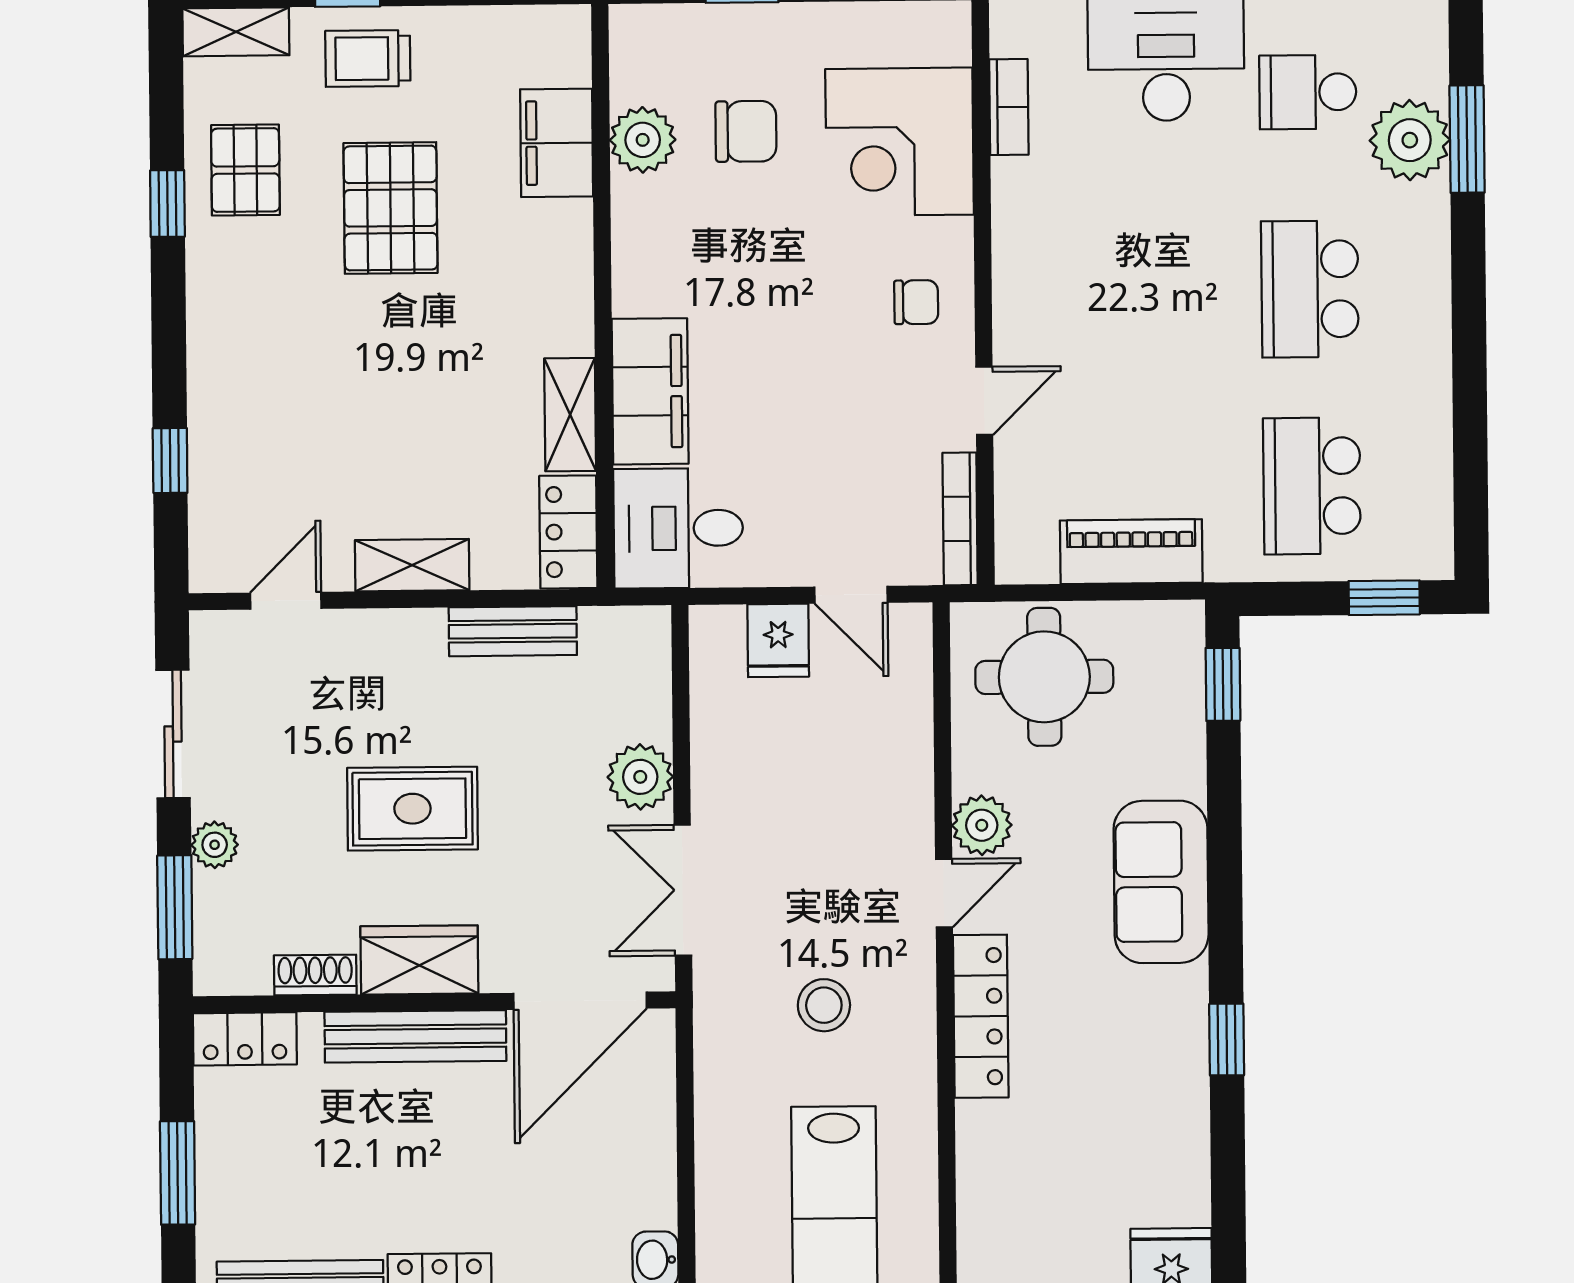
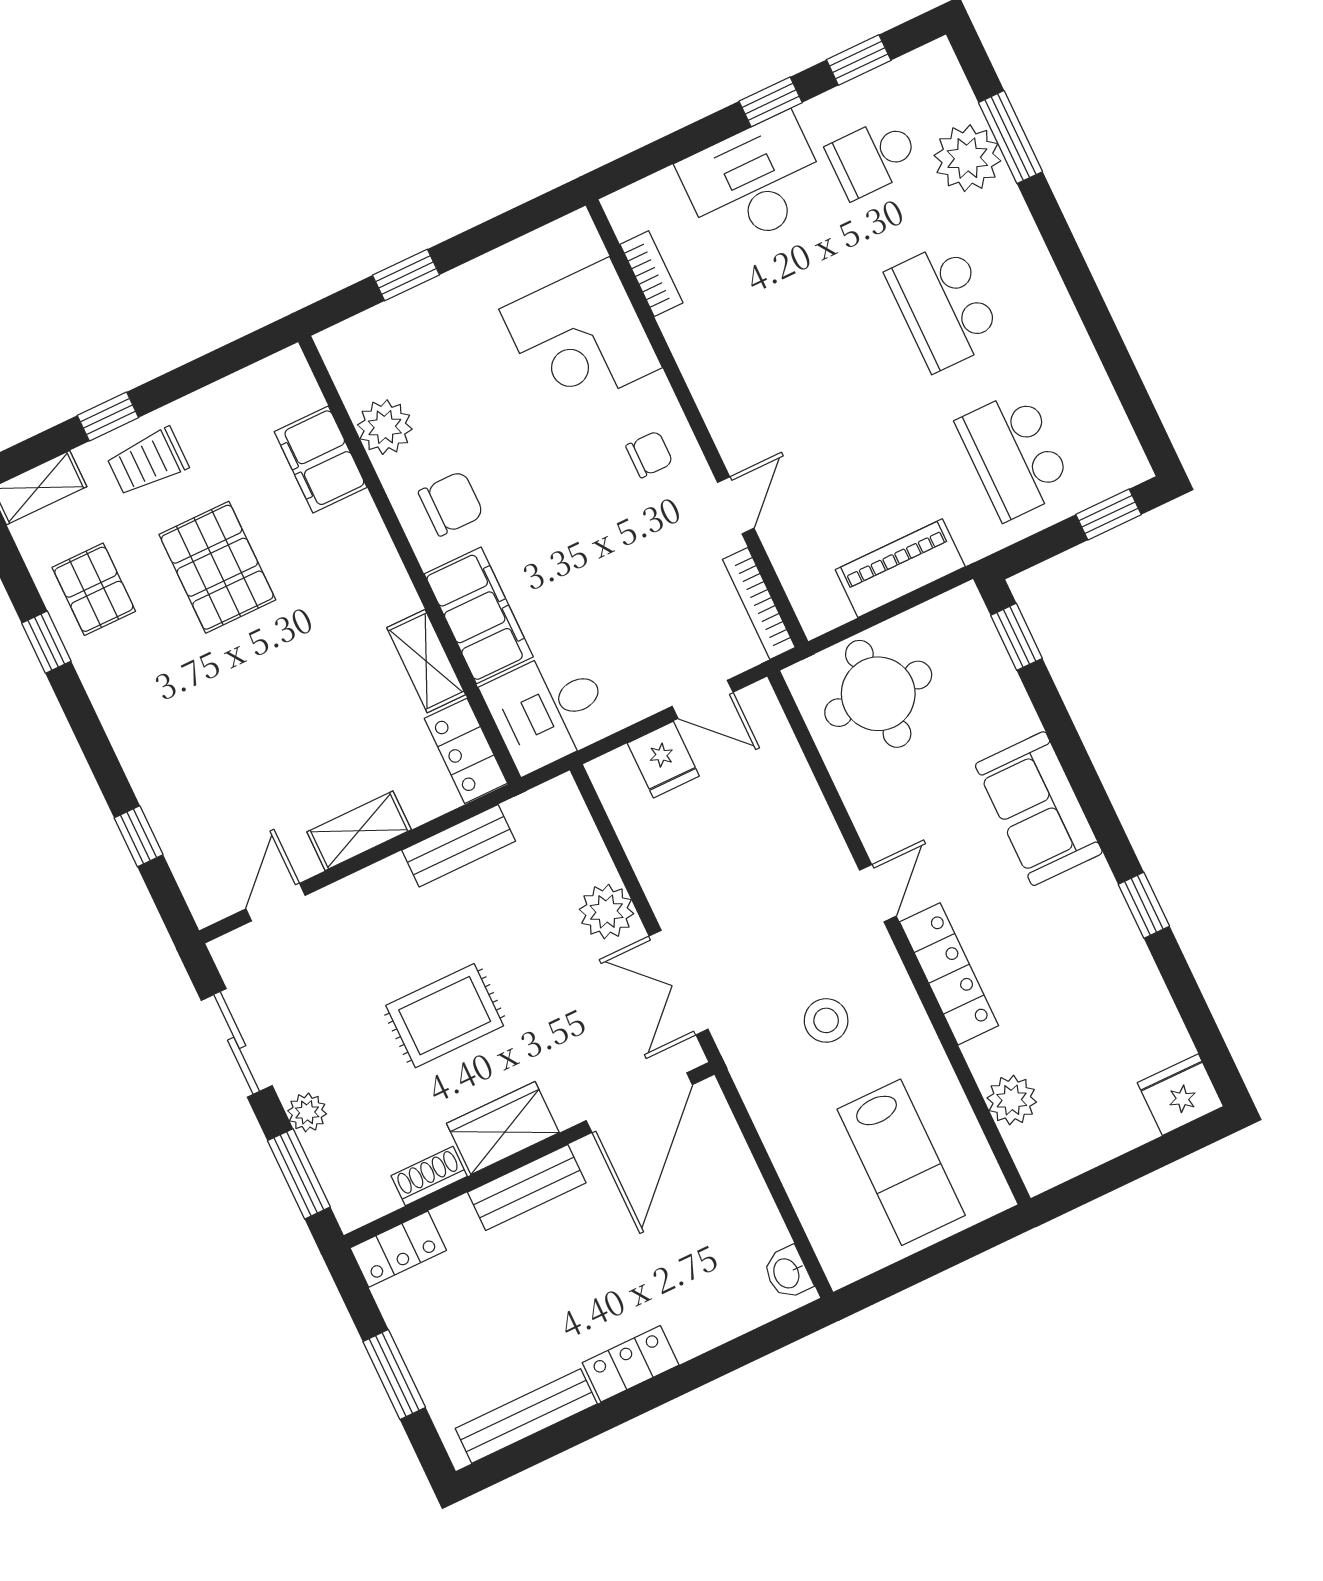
chair: (746, 131) -> (451, 503), moved
plant: (982, 825) -> (1012, 1100), moved
bench: (415, 1036) -> (527, 1187), width x0.73

